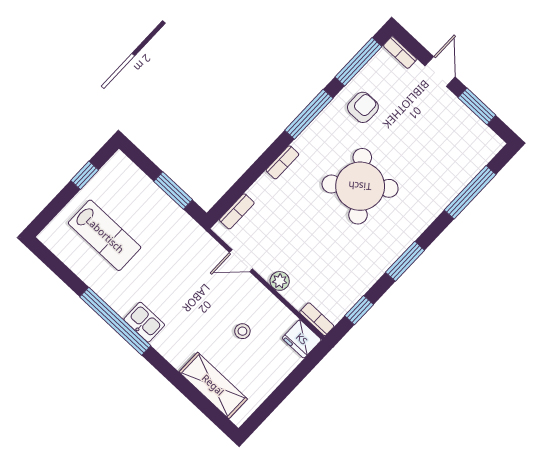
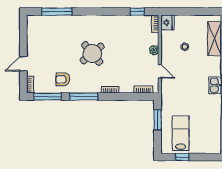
window: (477, 106) -> (23, 38), removed
round table: (360, 186) -> (92, 53), width x0.73, depth x0.73
lab bench: (105, 235) -> (181, 133), moved
window: (405, 261) -> (104, 12), removed

